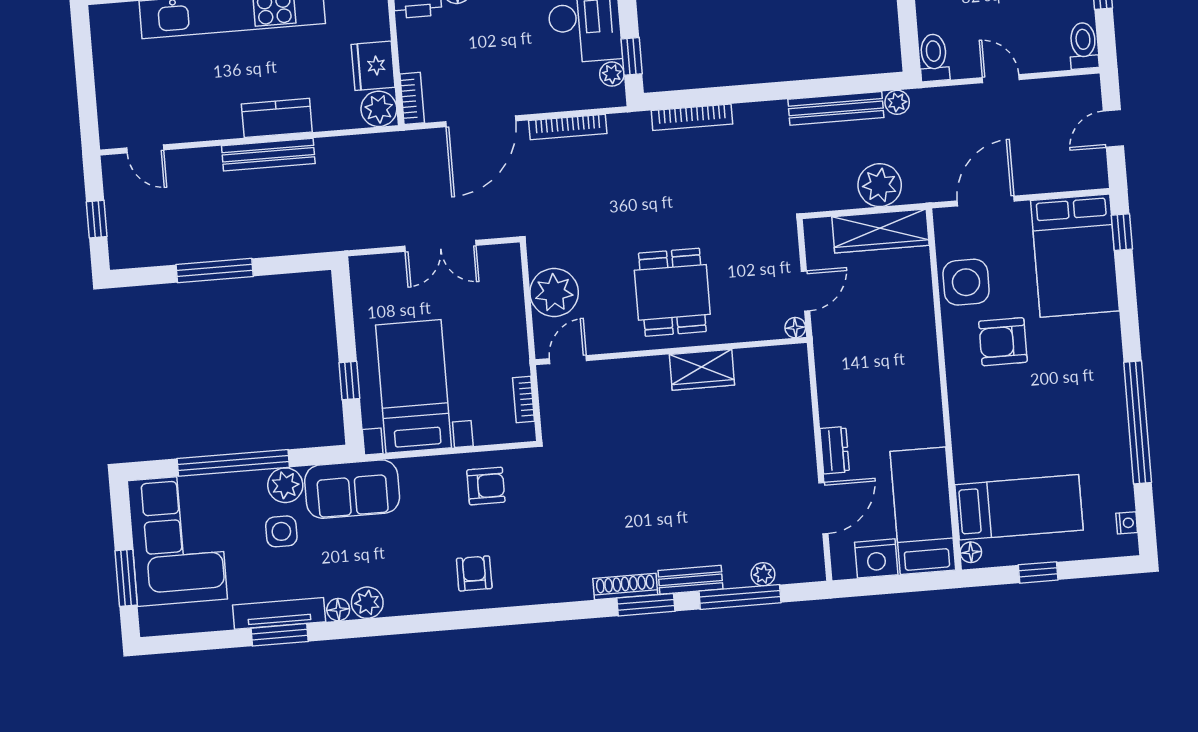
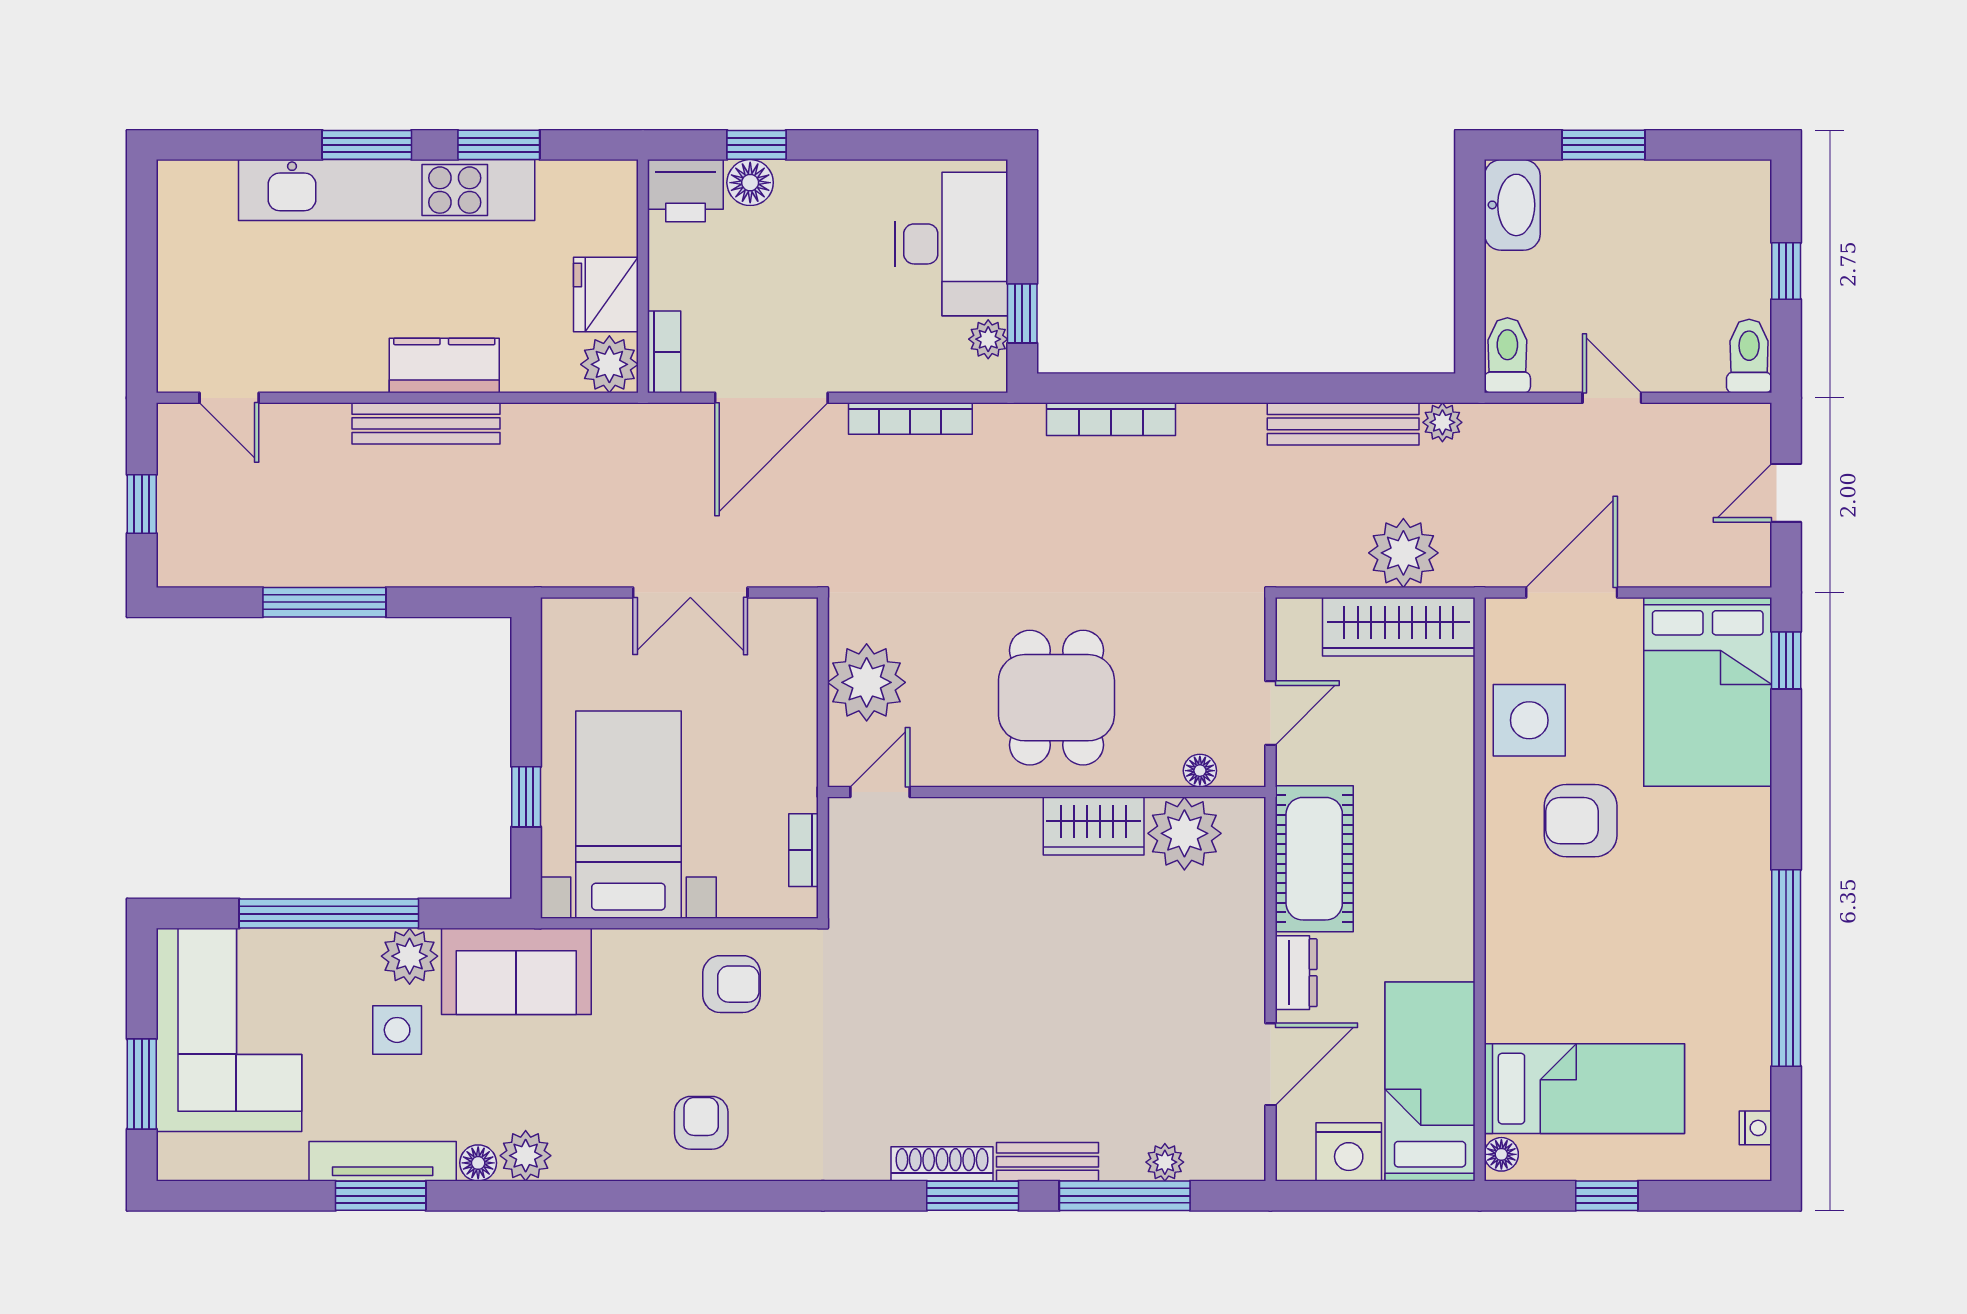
floor lamp: (795, 328) -> (1200, 771), moved
plant: (758, 370) -> (1184, 833), added
cot: (840, 379) -> (1314, 859), added

